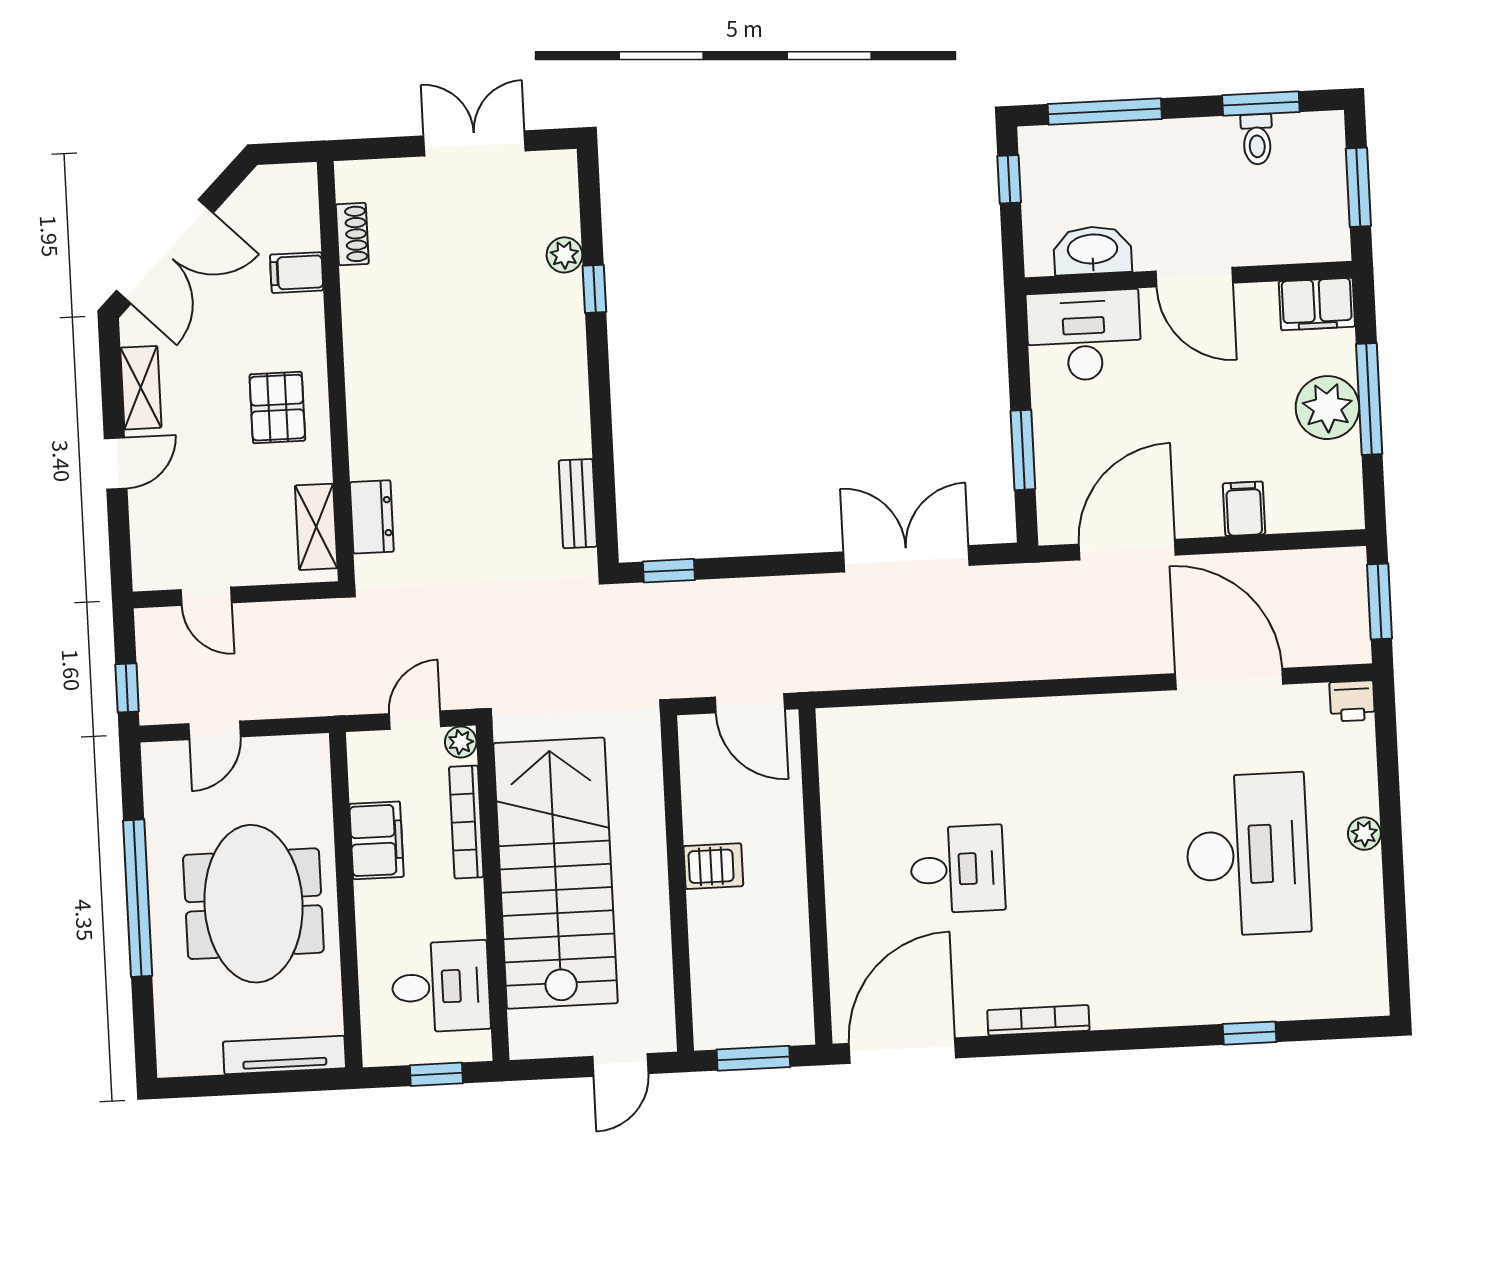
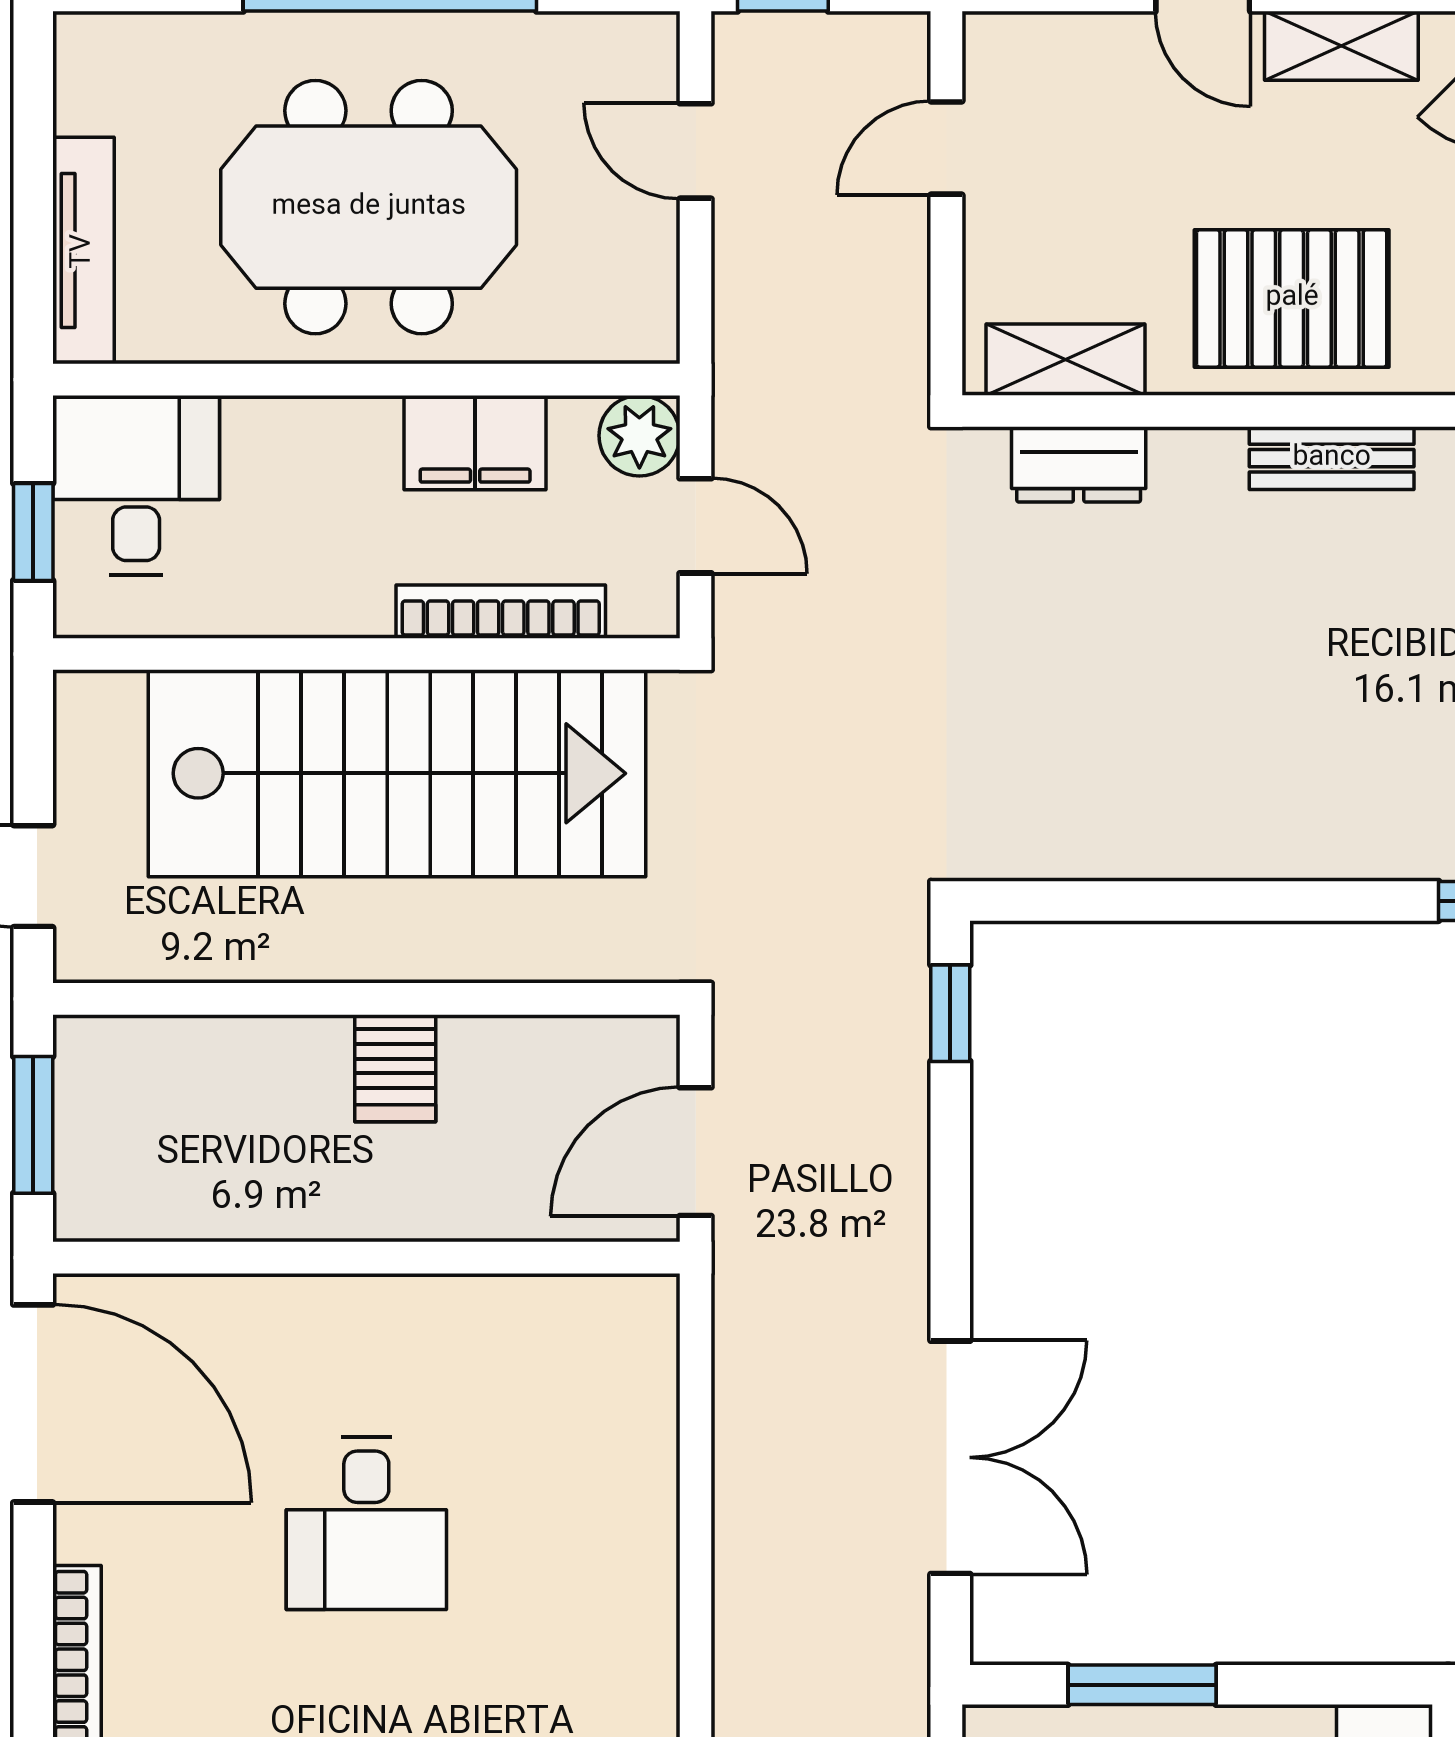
pallet: (277, 408) -> (1292, 298), width x1.50, depth x1.42
bench: (578, 504) -> (1332, 458), moved
plant: (461, 742) -> (639, 436), moved, width x1.38, depth x1.38
desk: (441, 987) -> (136, 485), moved, turned 180

